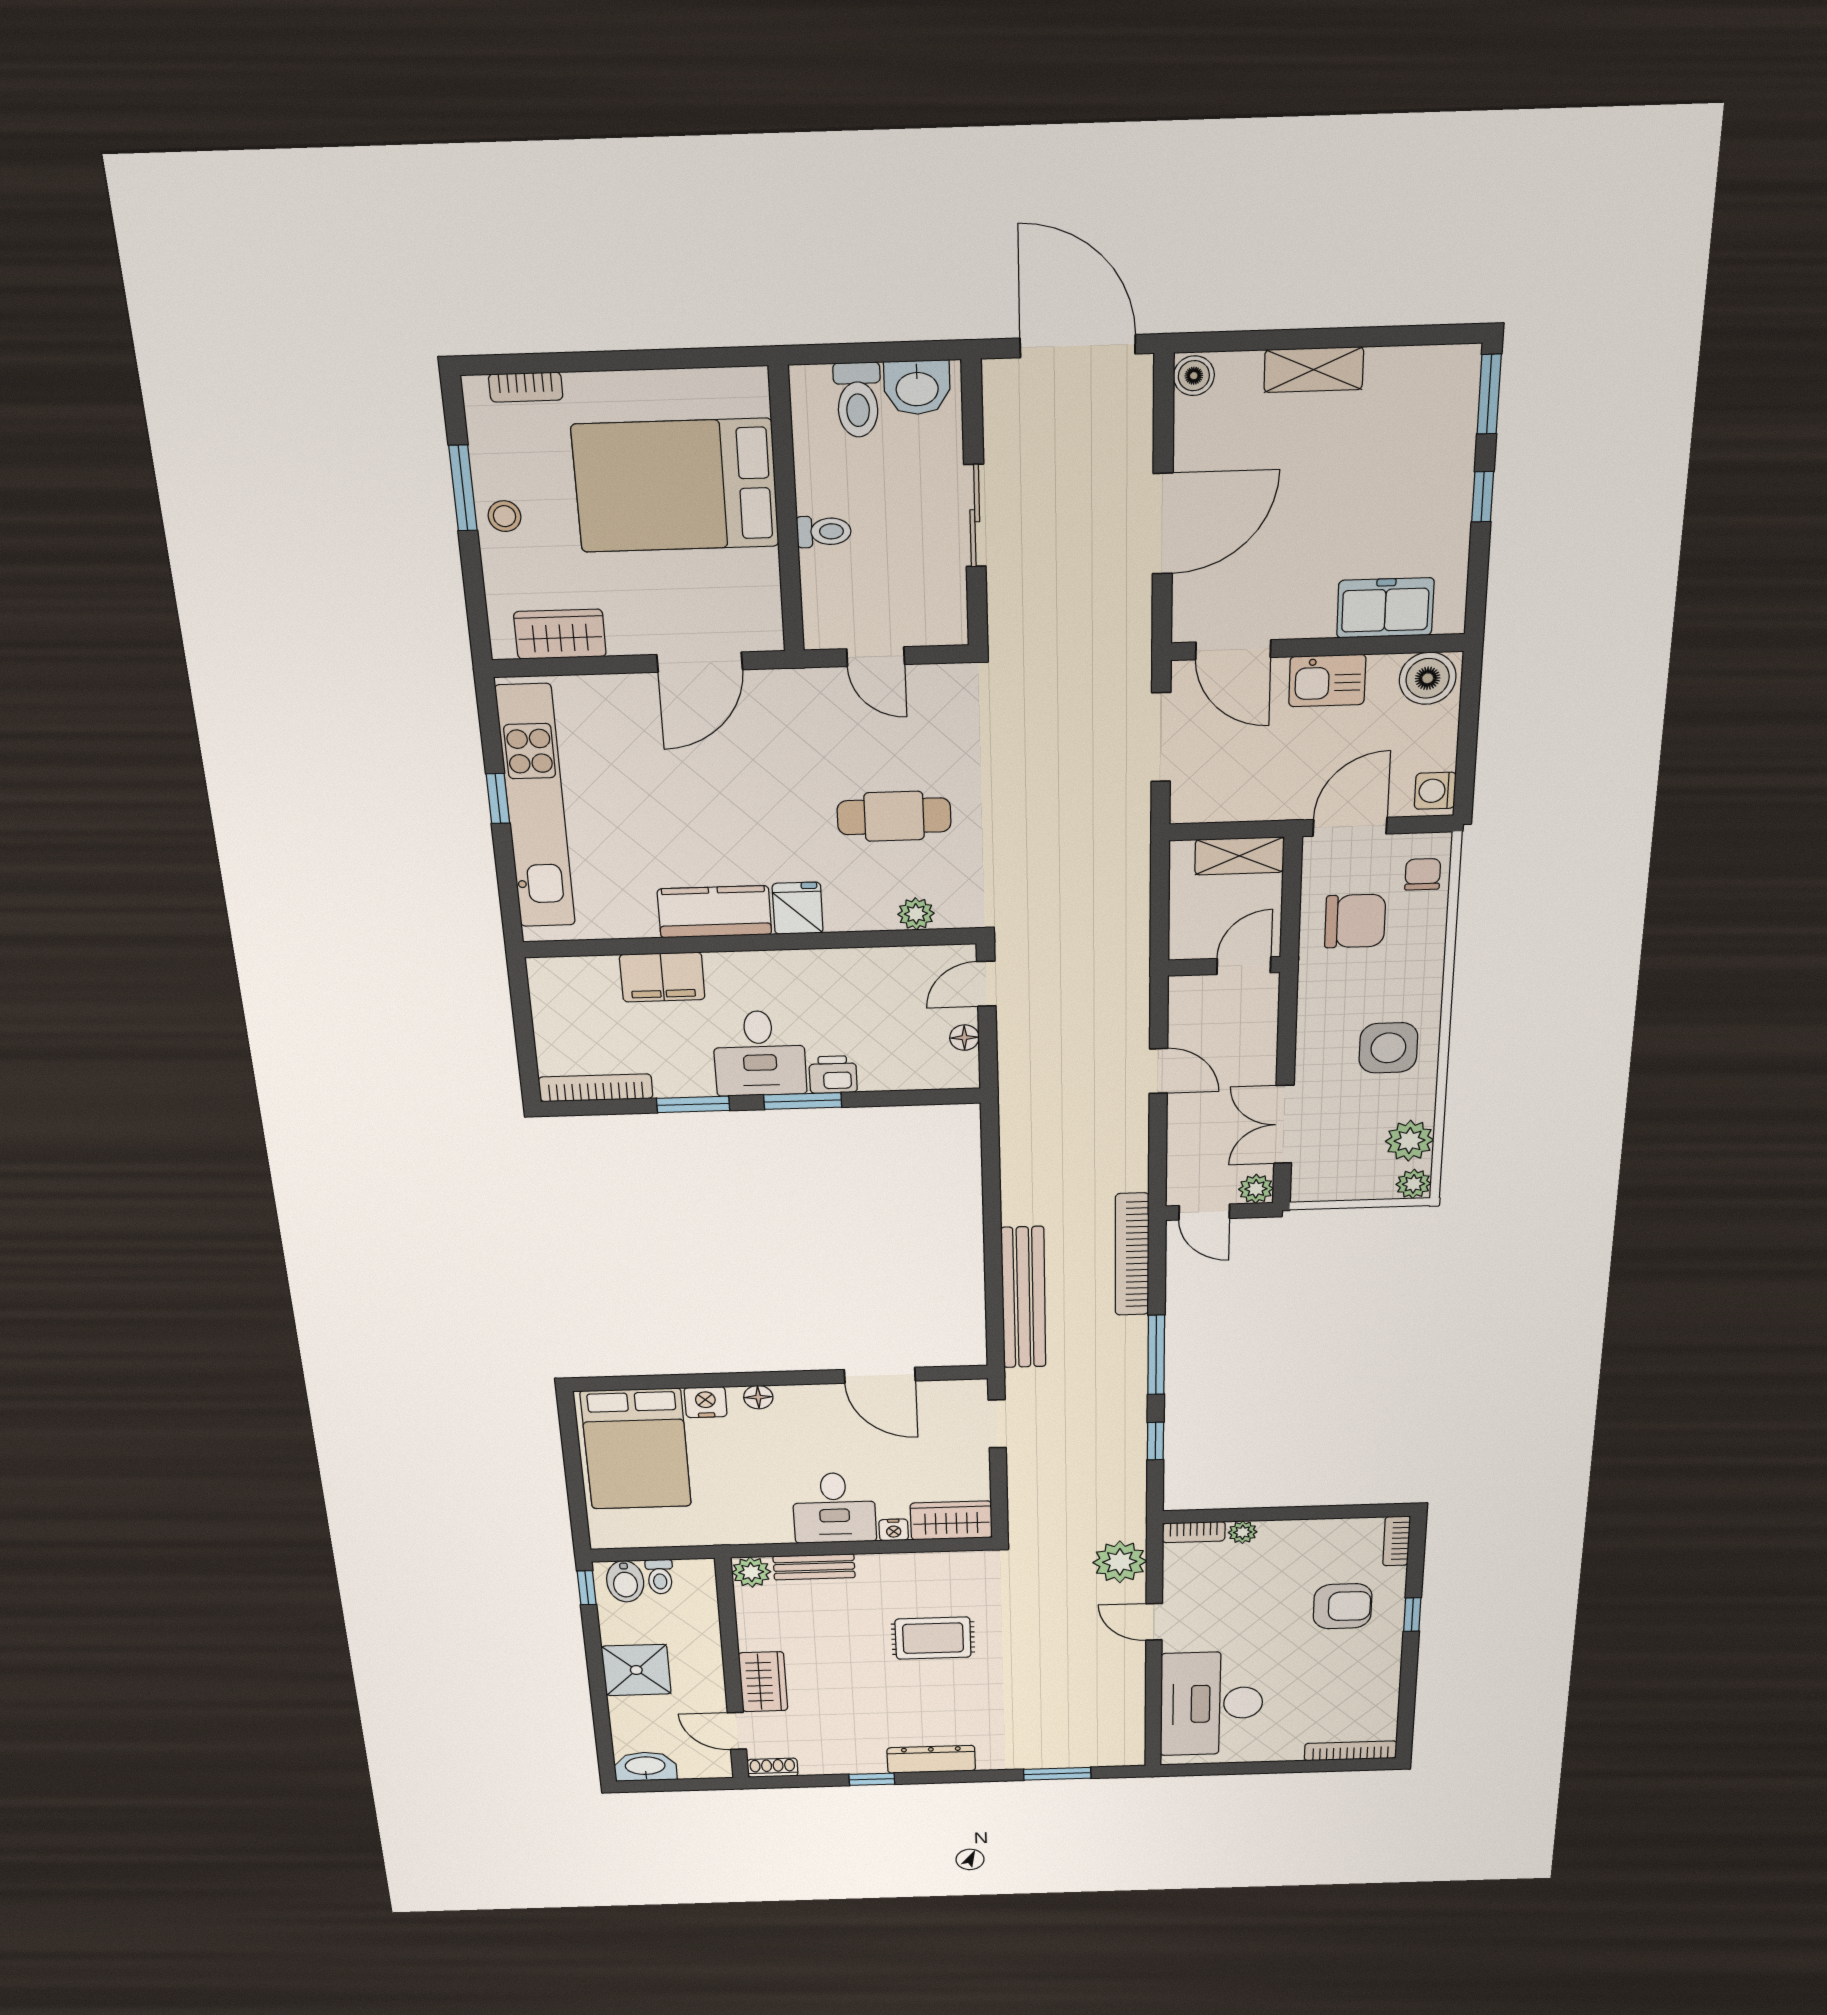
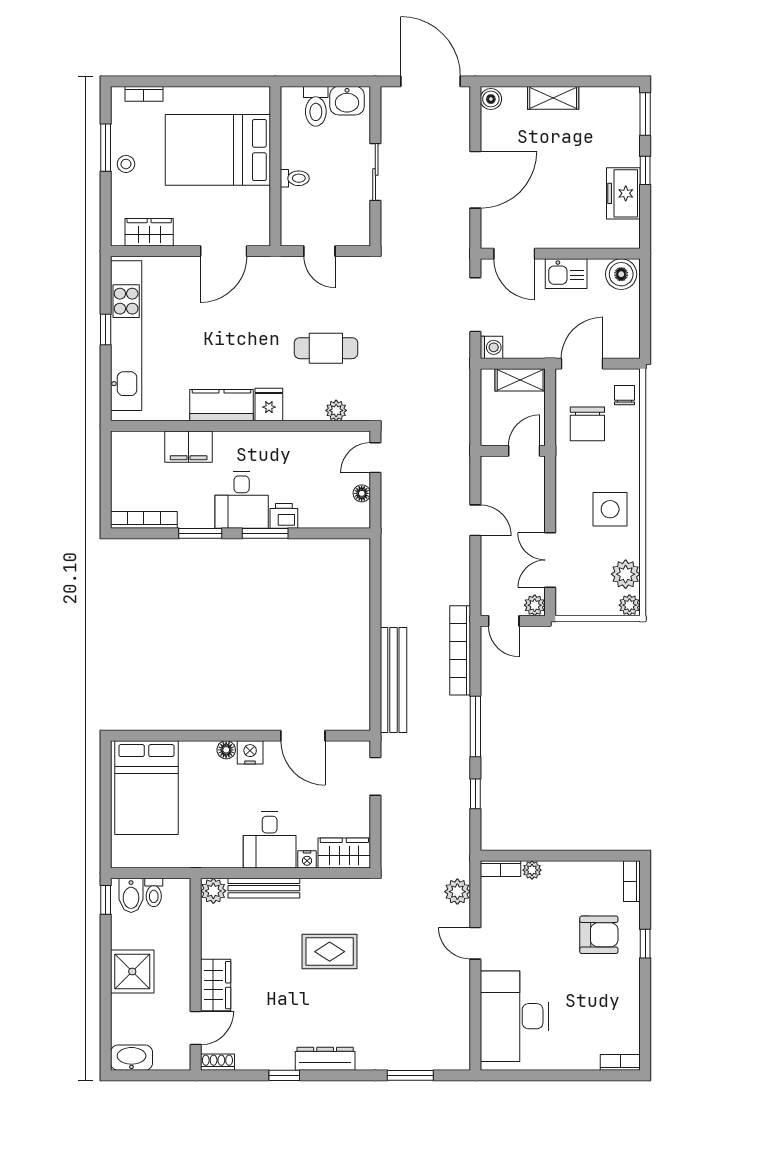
freezer: (1385, 608) -> (623, 193), moved, turned -90
washing machine: (1435, 791) -> (491, 347), moved, turned 180
chair: (1355, 921) -> (587, 424), turned 90
nightstand: (706, 1402) -> (250, 752), moved
plant: (1120, 1562) -> (457, 892), width x0.73, depth x0.73
bench: (814, 1567) -> (264, 888), width x1.36
door: (737, 1731) -> (196, 1028), swing flipped
bookcase: (1351, 1751) -> (620, 1062), width x0.64

